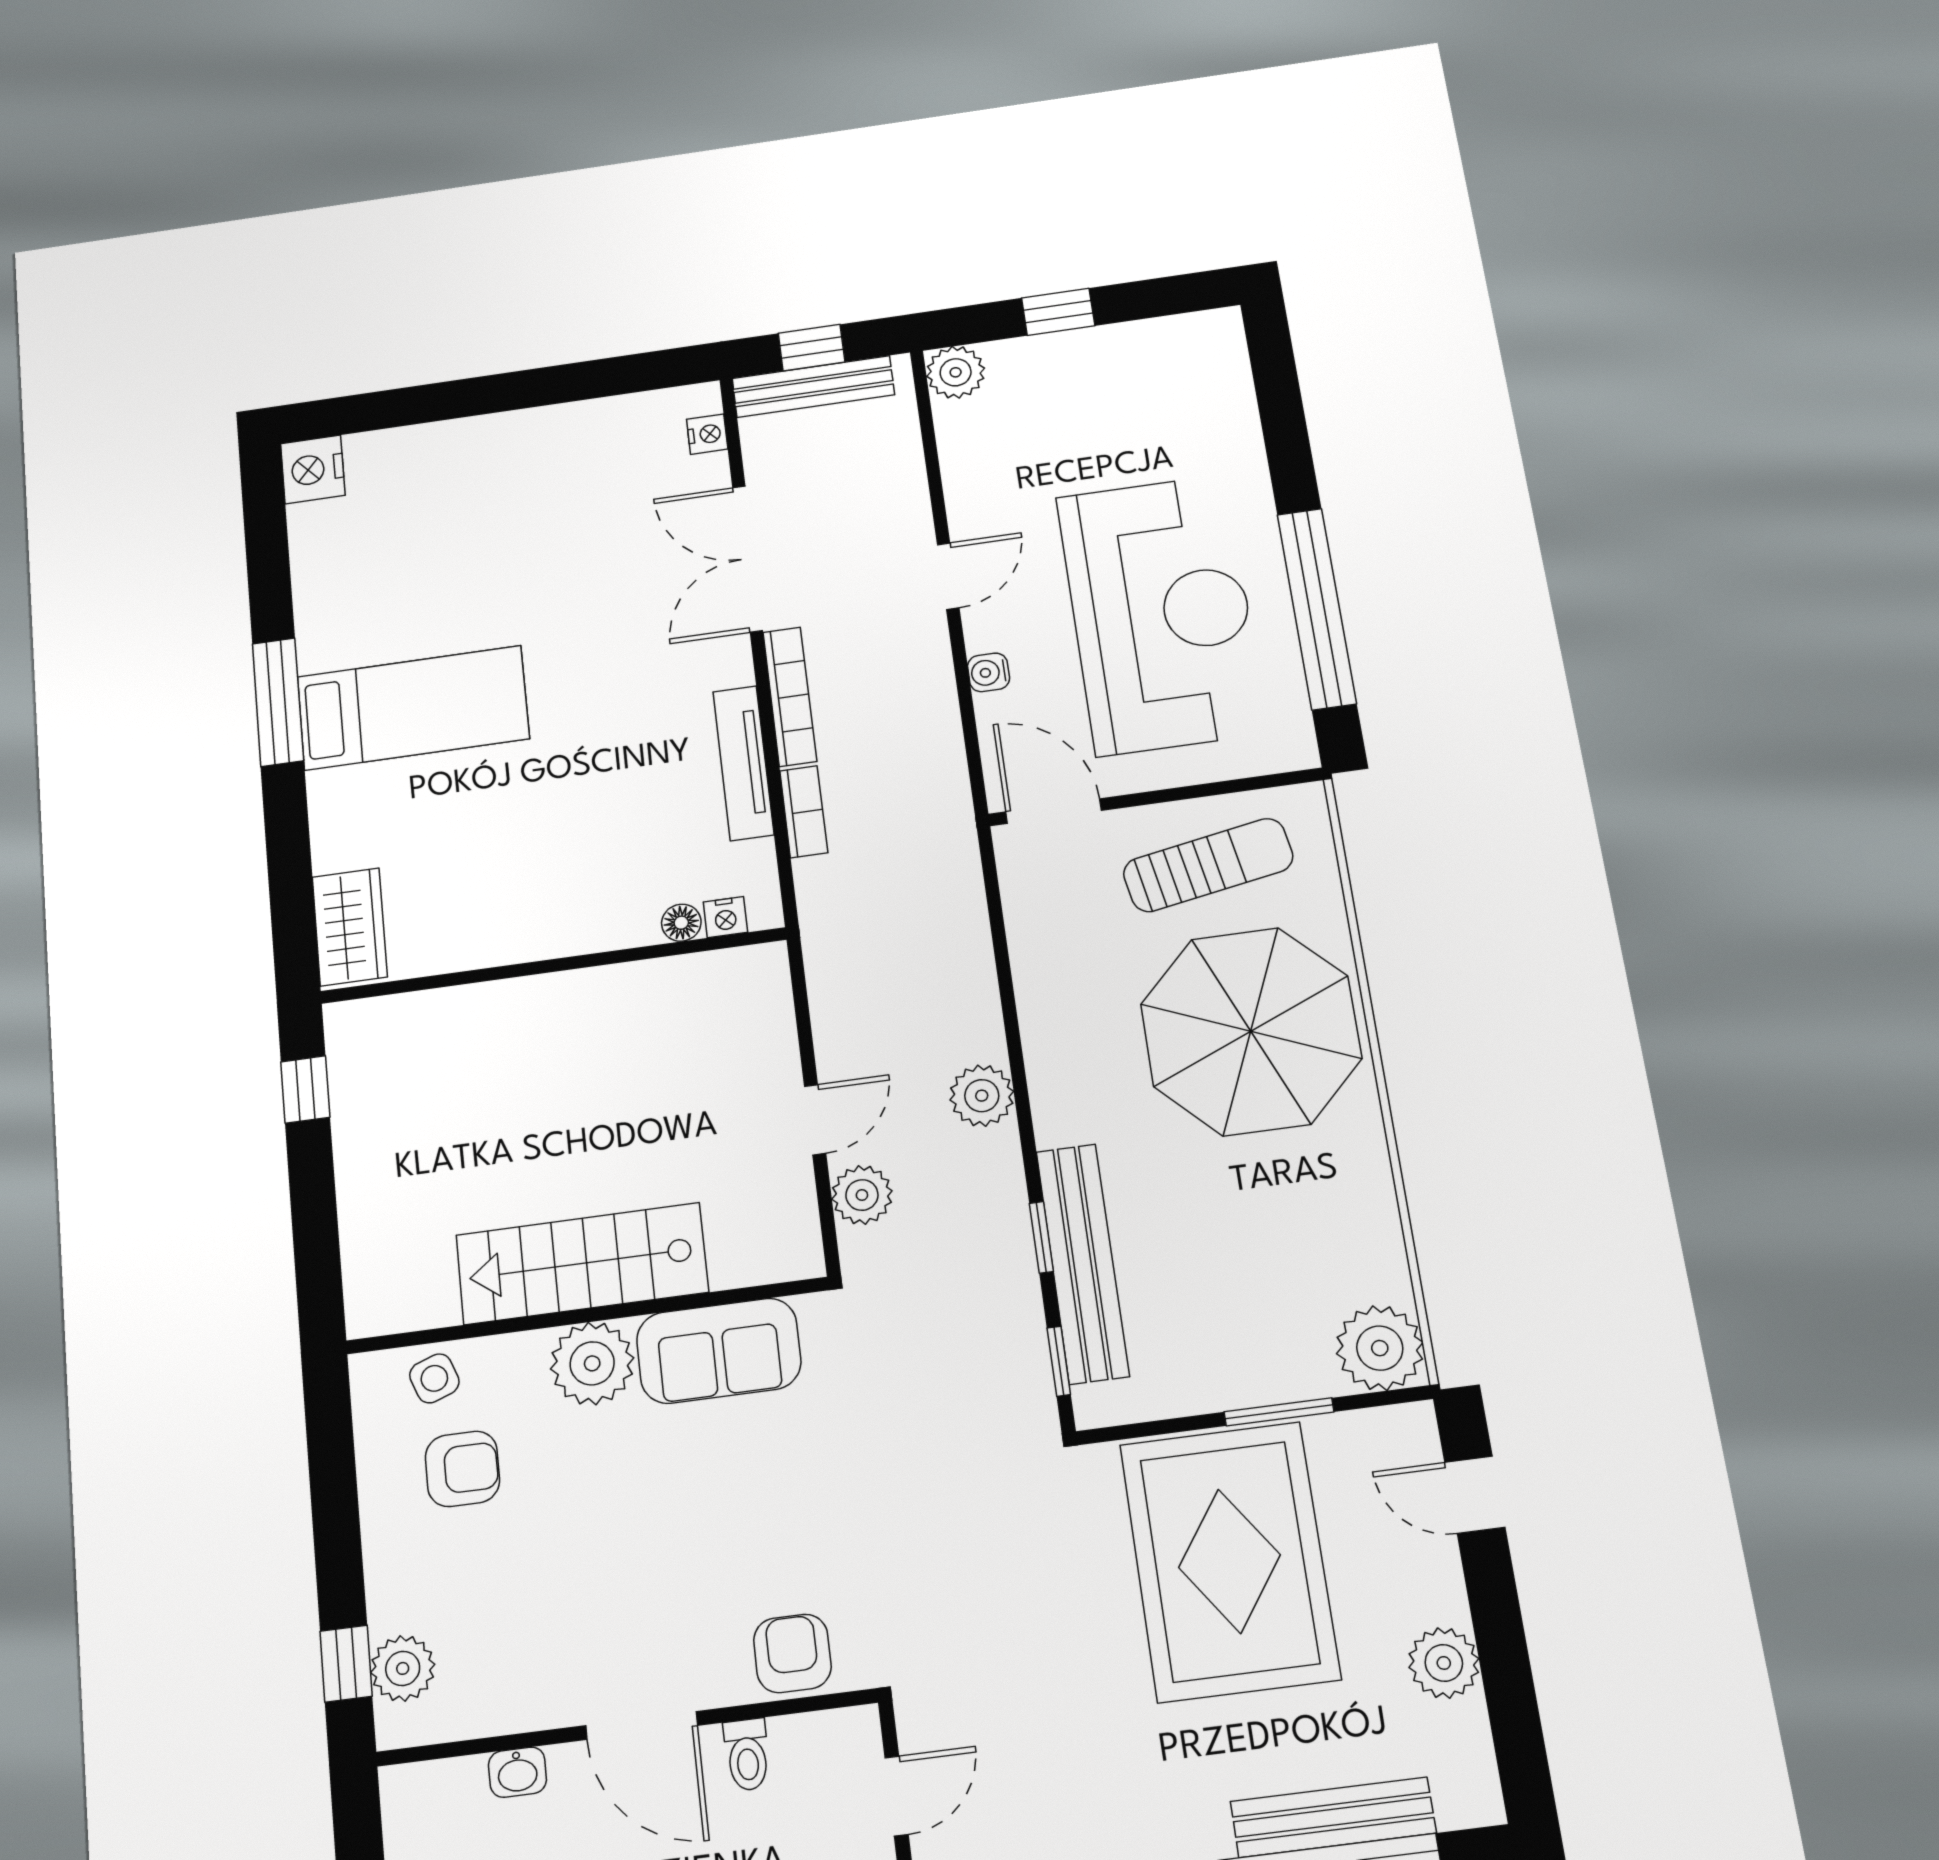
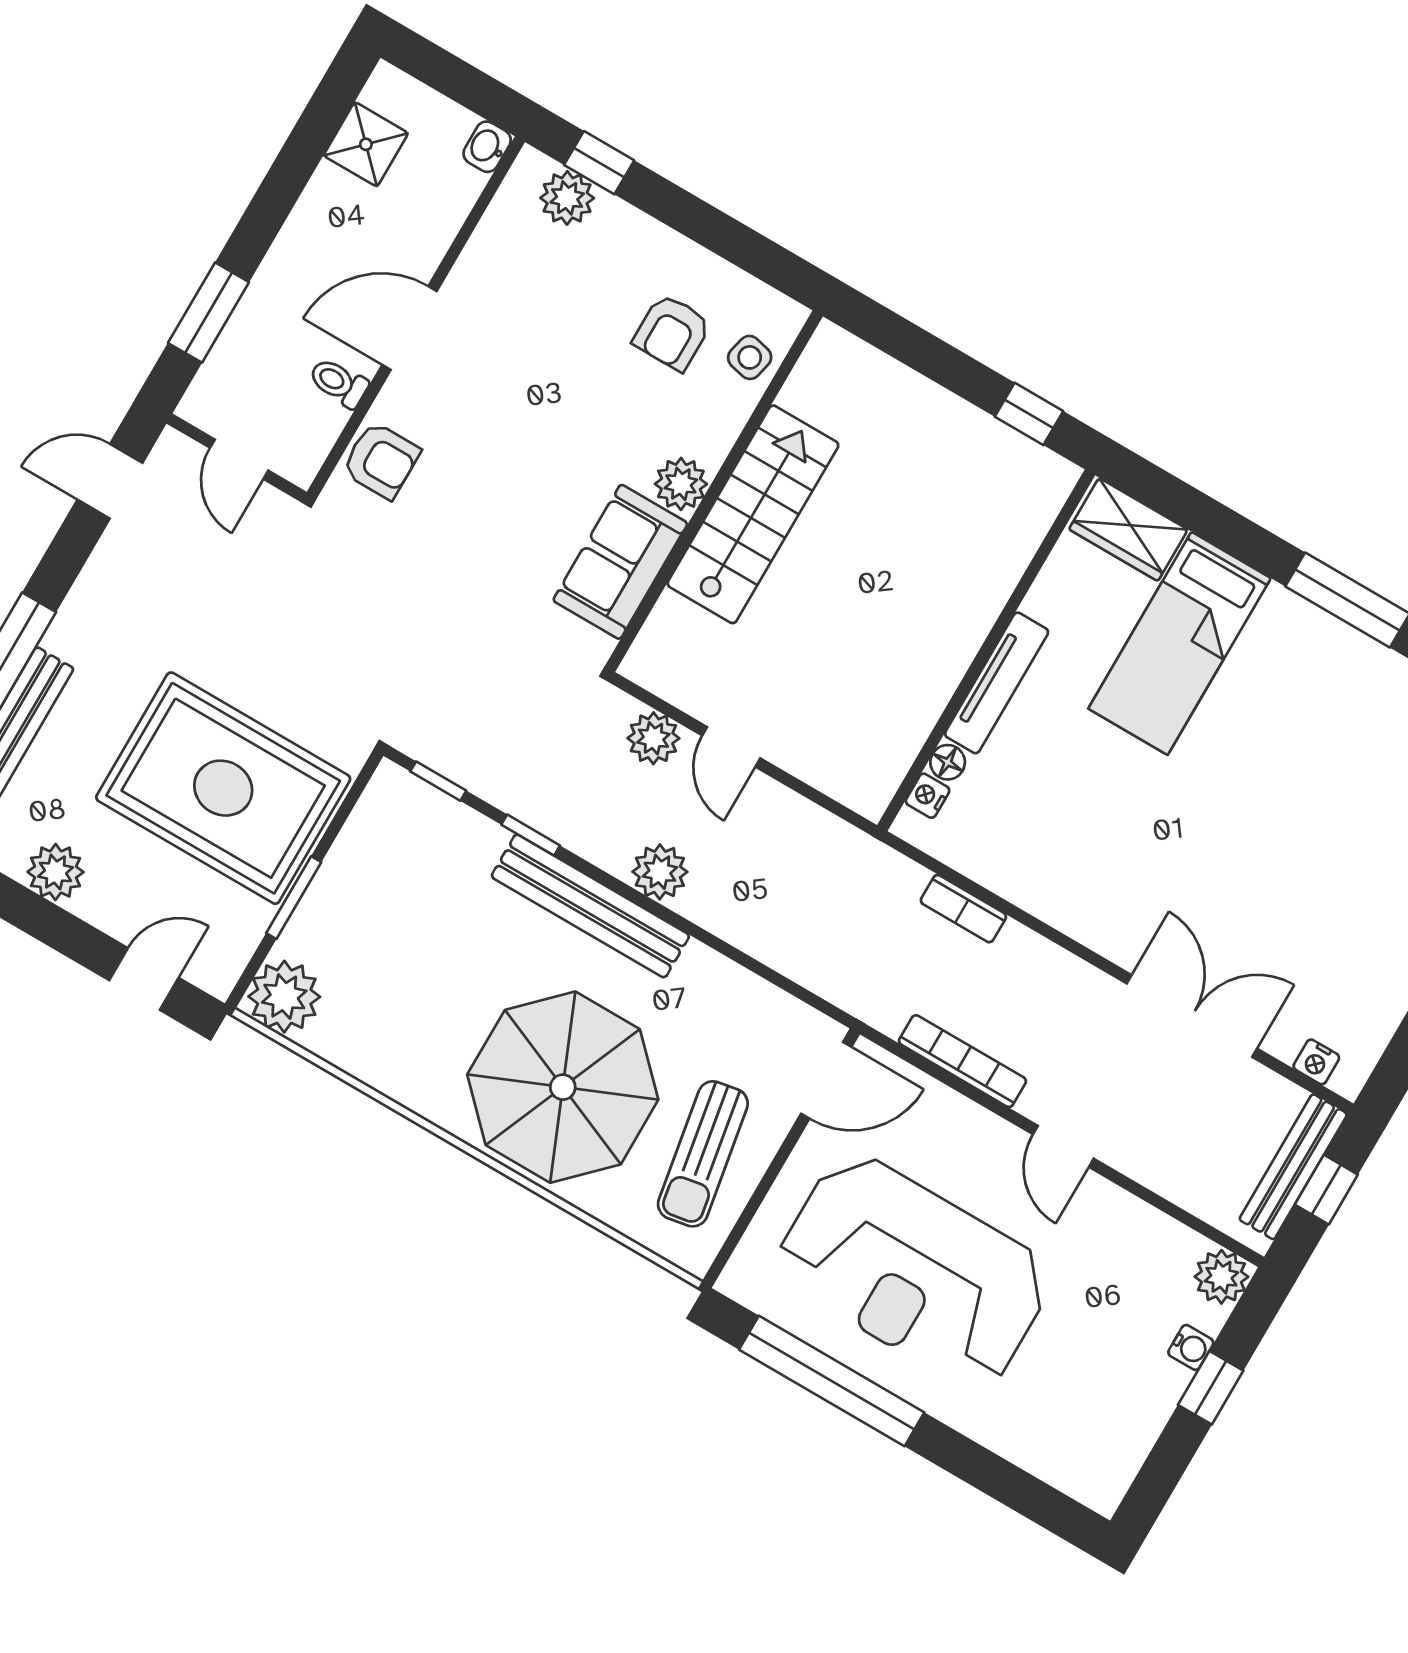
water cooler: (989, 672) -> (1191, 1347), moved, turned 90
bookcase: (790, 697) -> (962, 1061), moved, turned 180
bed: (413, 708) -> (1180, 643), moved
tv unit: (743, 763) -> (997, 683), moved, turned 90
bench: (1082, 1263) -> (590, 906), moved
plant: (592, 1363) -> (681, 484), width x0.73, depth x0.73
side table: (434, 1378) -> (750, 357), turned 33
washbasin: (517, 1772) -> (487, 147), moved

